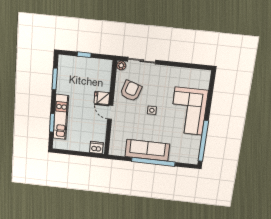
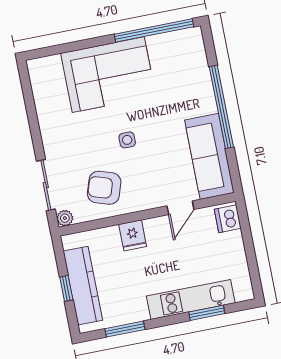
kitchen counter: (83, 64) -> (83, 286), added
door: (110, 112) -> (180, 208), moved
sofa: (147, 150) -> (209, 156), moved

